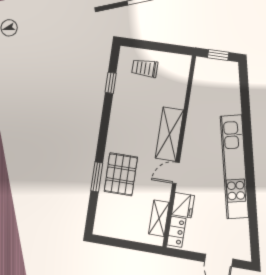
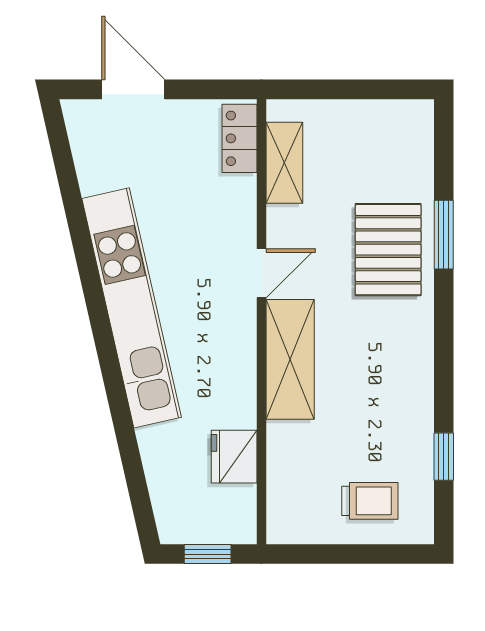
fridge: (183, 205) -> (234, 457), moved

